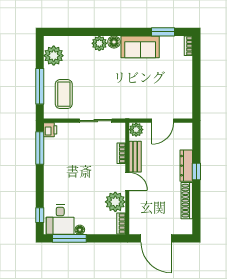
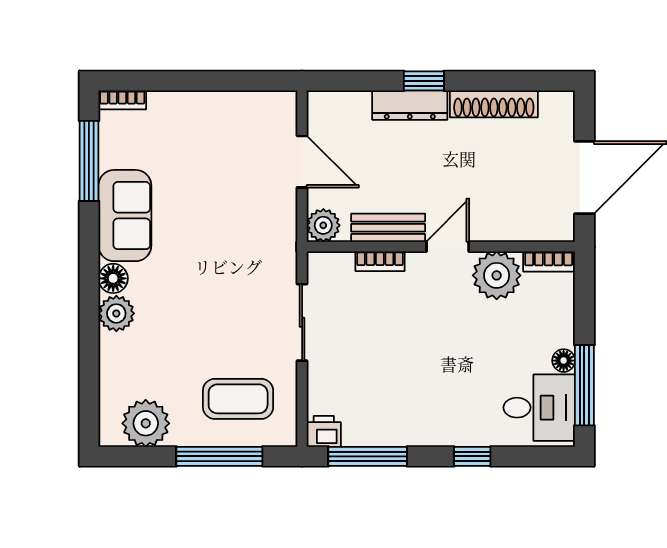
window: (163, 32) -> (89, 161), width x1.44
window: (40, 215) -> (472, 456), moved

